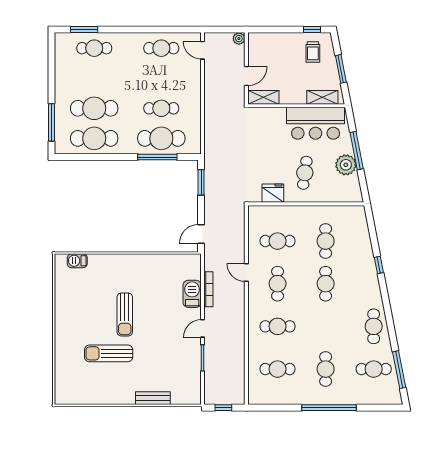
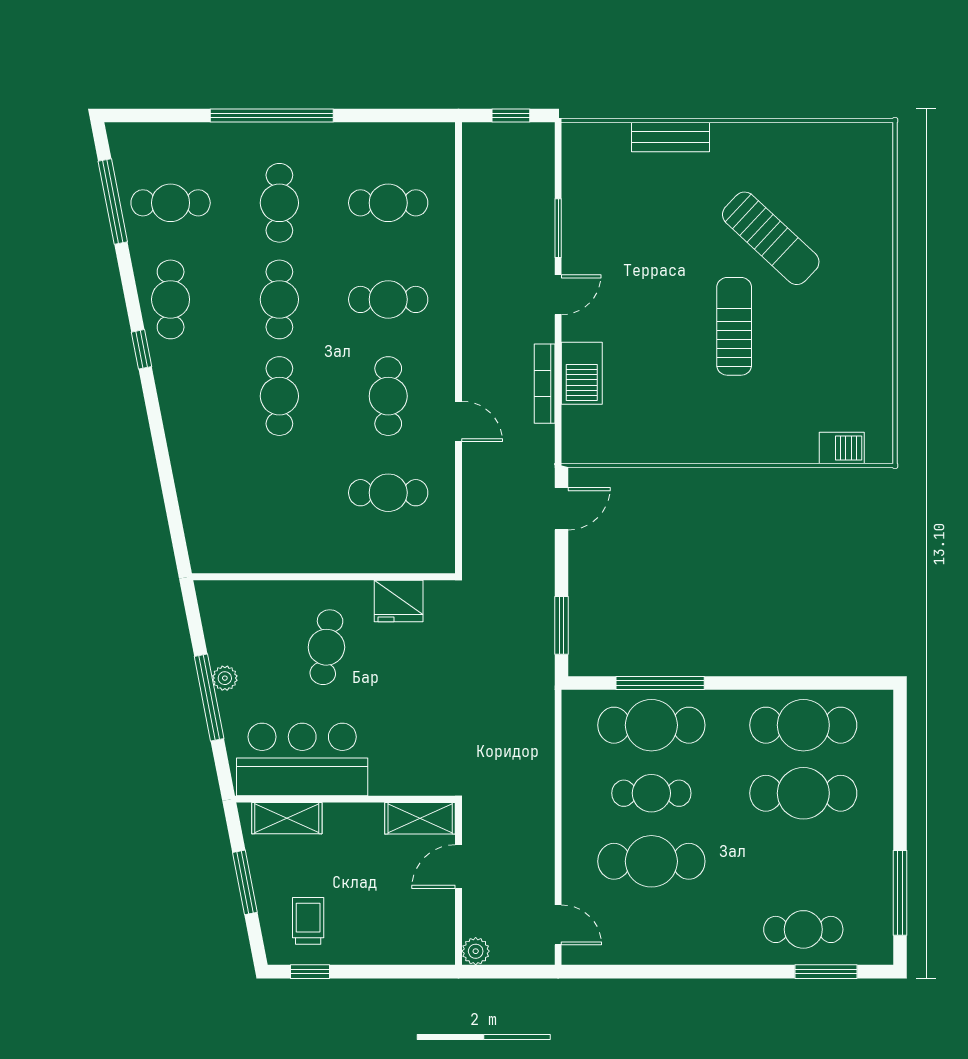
cafe table: (161, 48) -> (651, 861), moved, width x1.37, depth x1.35
window: (52, 122) -> (900, 893), moved
plant: (346, 165) -> (225, 678), width x0.53, depth x0.53
cafe table: (326, 241) -> (279, 299), moved
window: (379, 265) -> (141, 349), moved
sun lounger: (109, 353) -> (771, 238), turned 43

